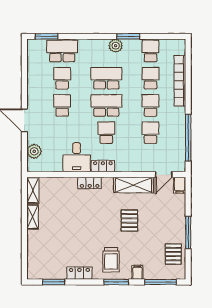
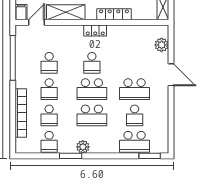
school desk: (62, 105) -> (135, 89), width x1.85
desk: (77, 157) -> (121, 39), removed
locker: (90, 183) -> (114, 14), width x1.53

